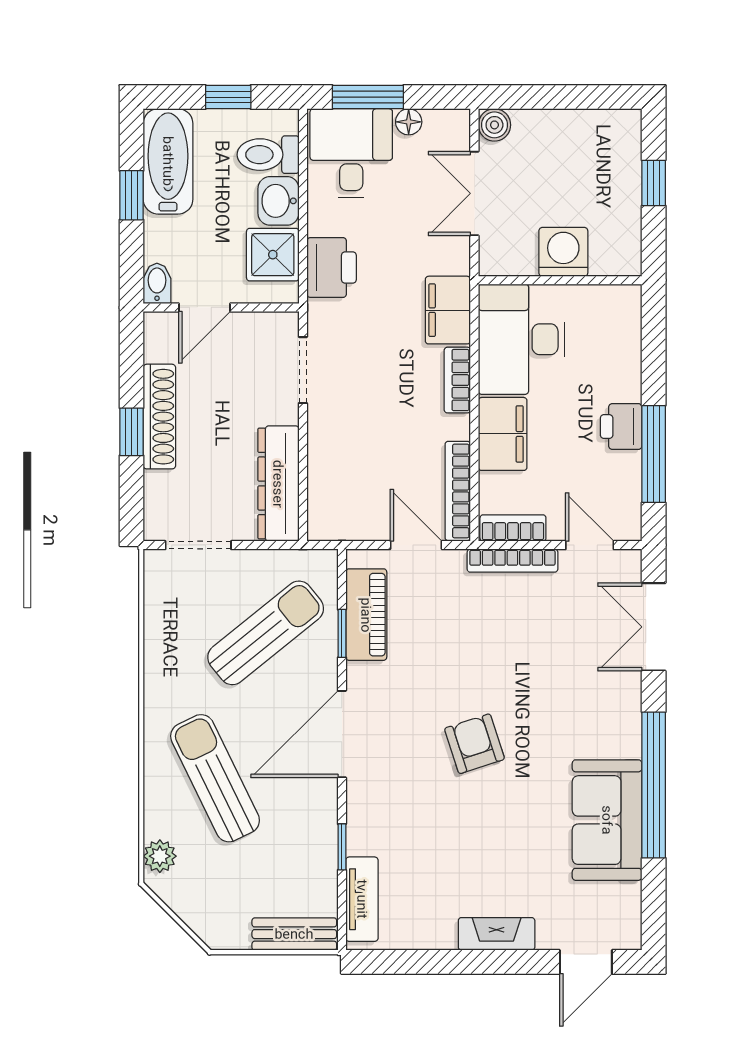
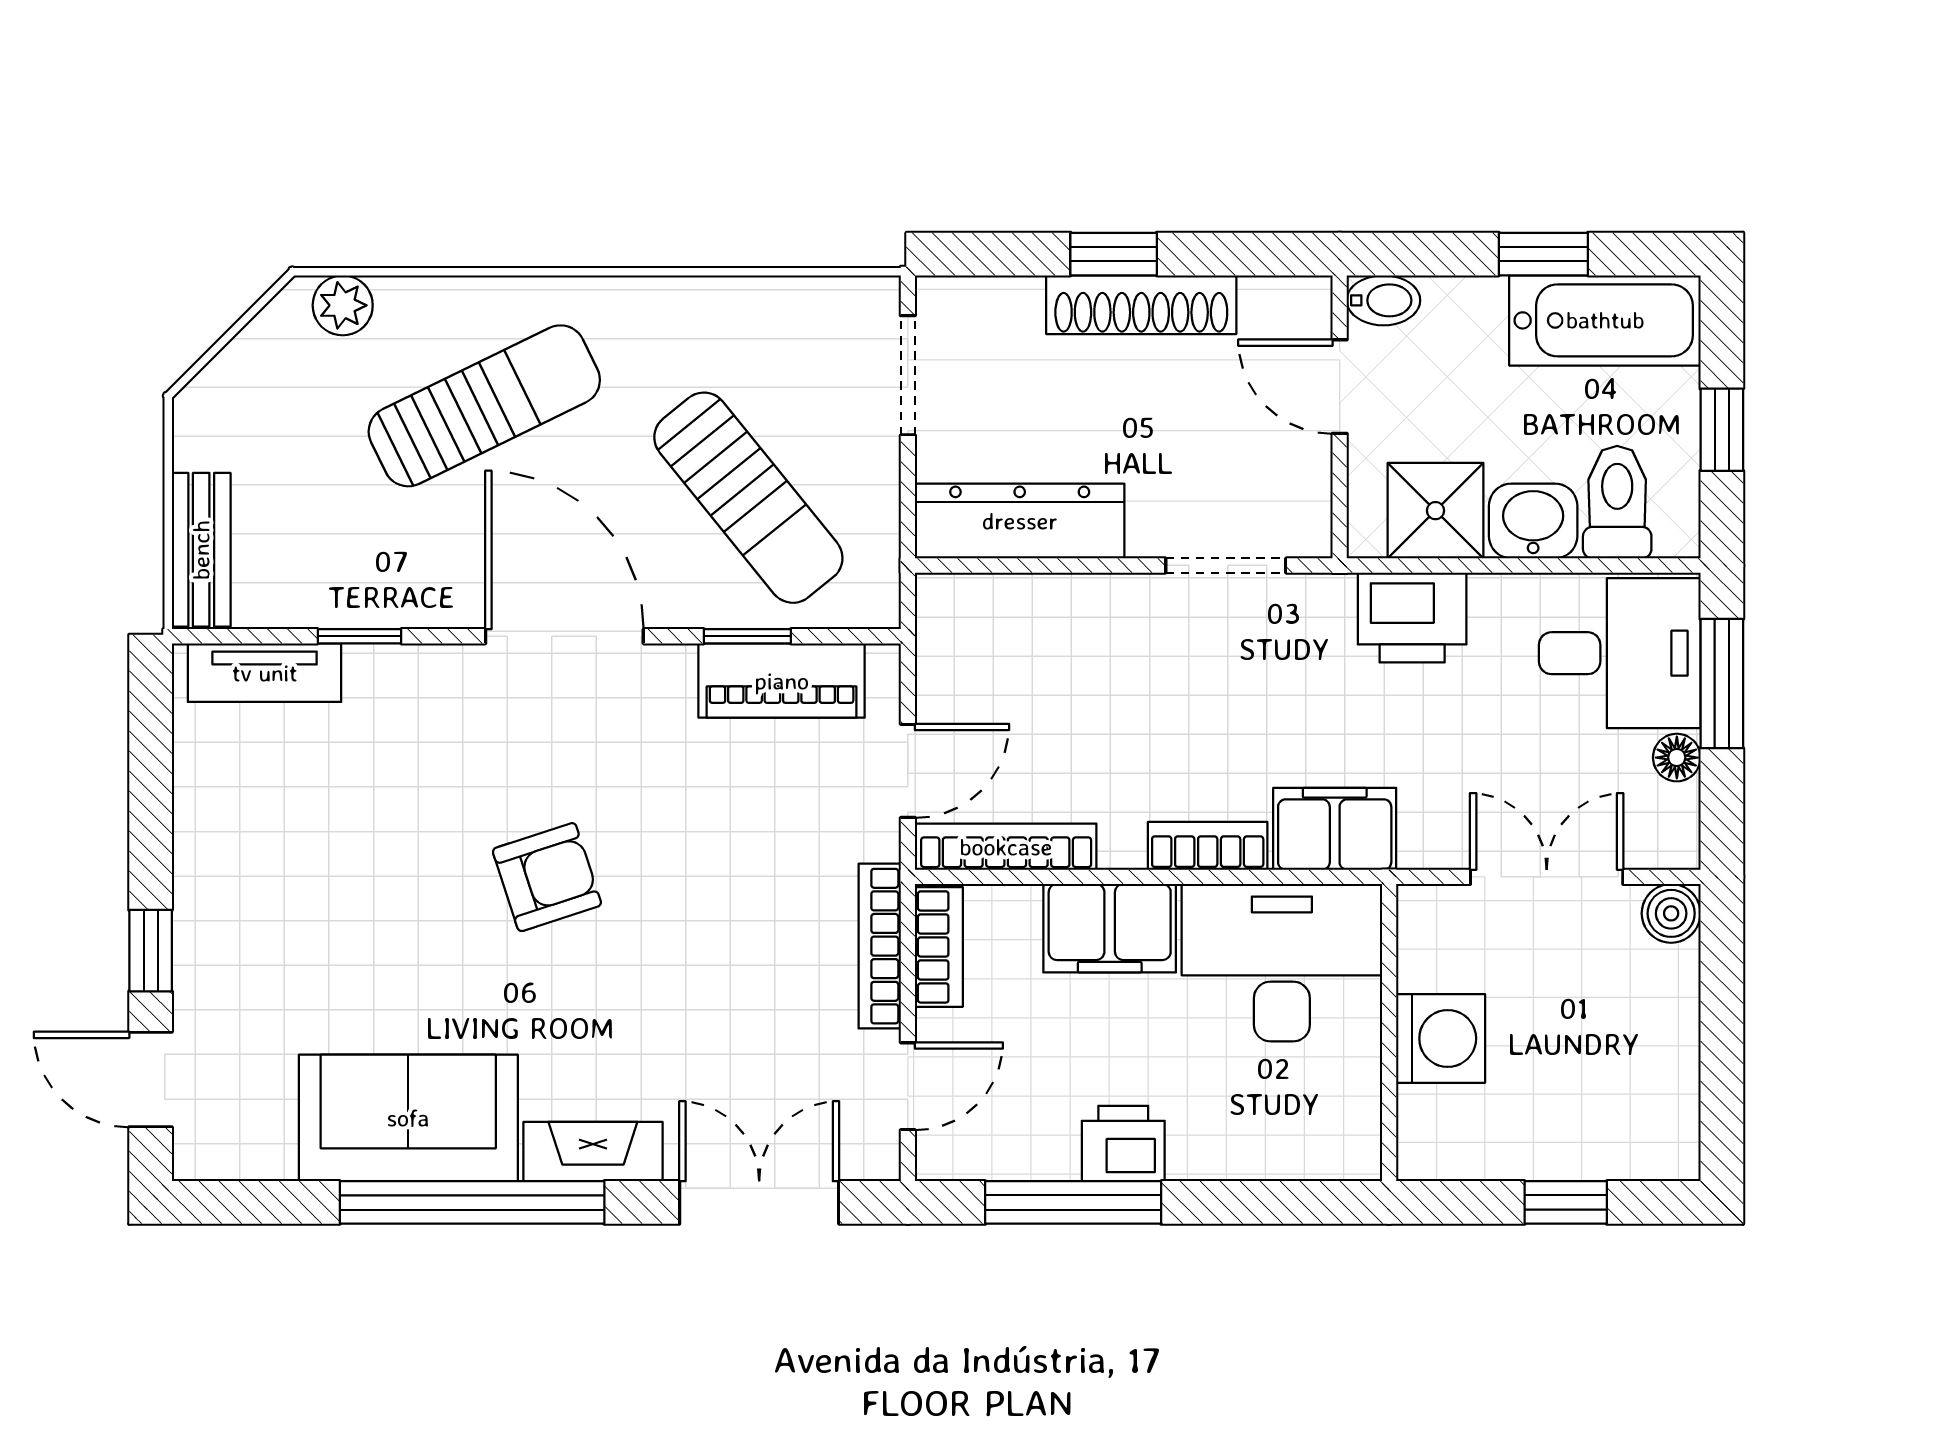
fireplace: (497, 934) -> (593, 1152), moved, turned -90
window: (515, 962) -> (151, 951), added

